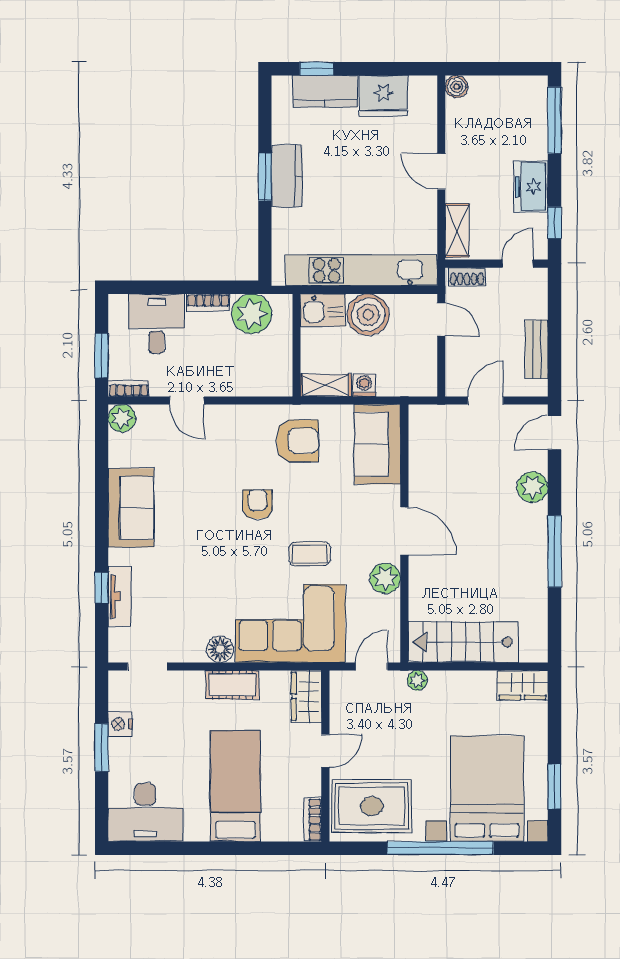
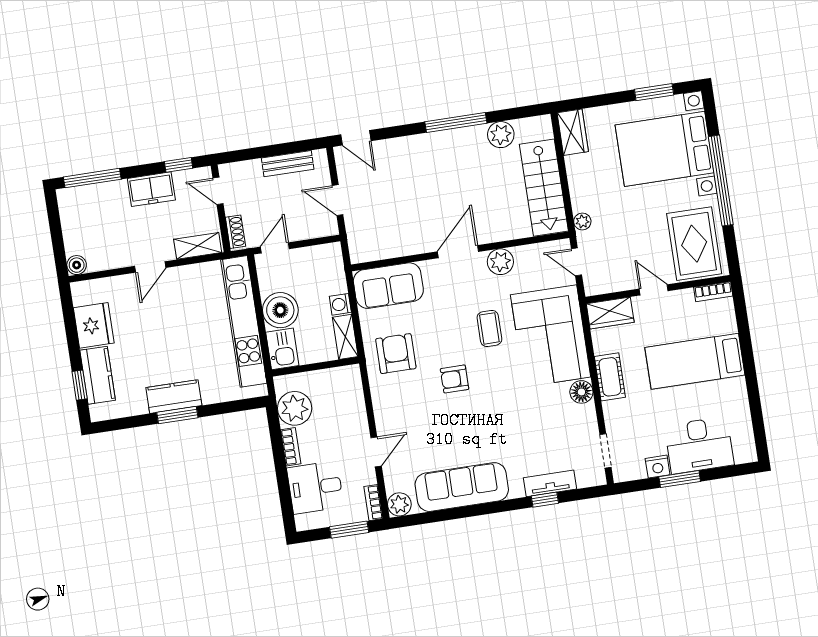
plant: (533, 487) -> (501, 135), moved
sofa: (131, 508) -> (462, 487), width x1.36
desk: (145, 812) -> (699, 445), moved, turned 90

